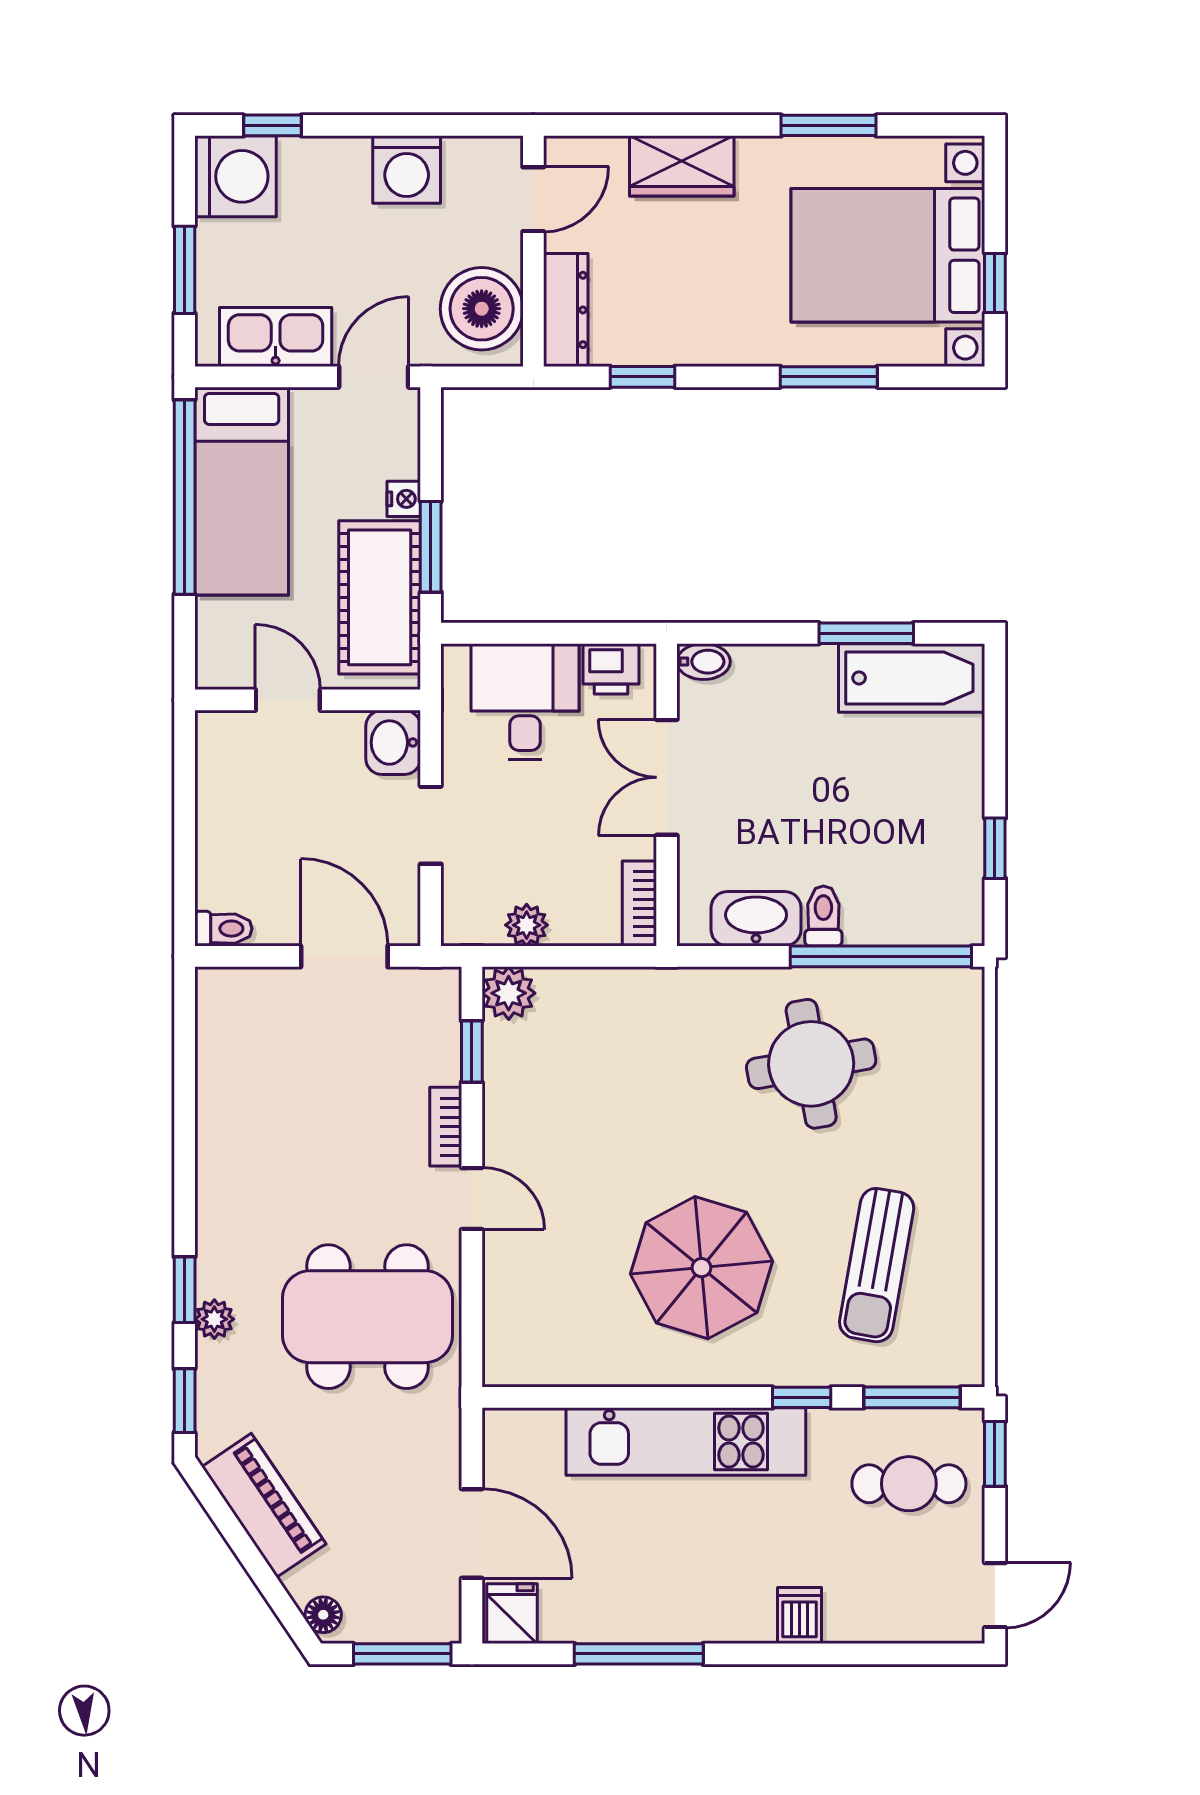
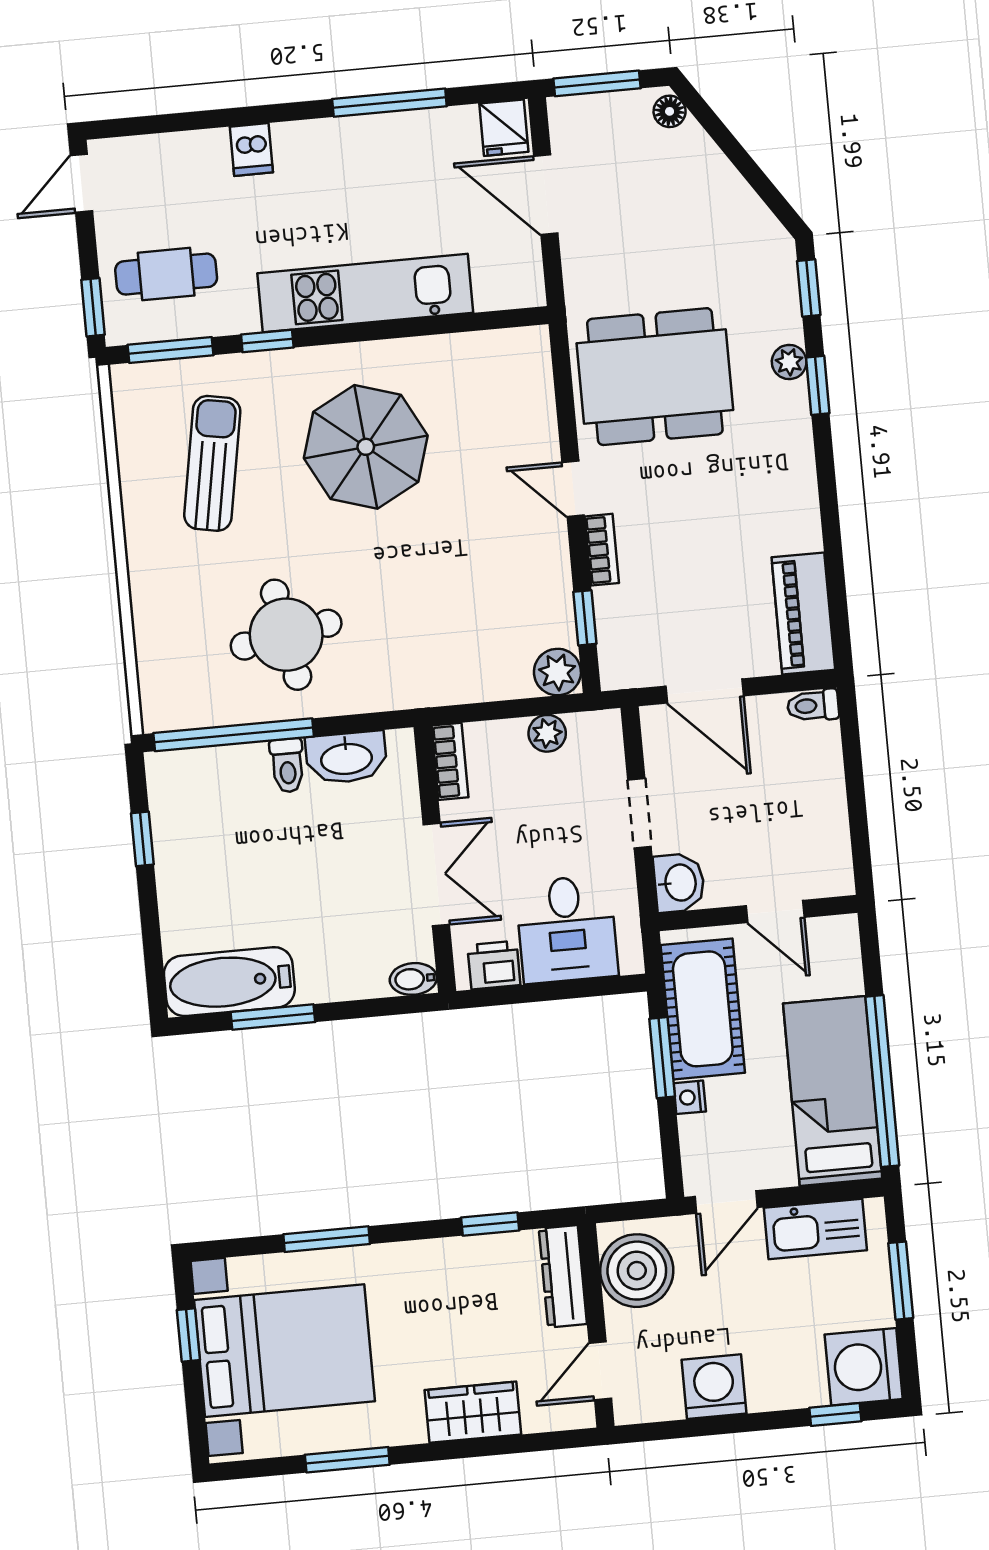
piano: (264, 1505) -> (803, 613), moved, turned 34

